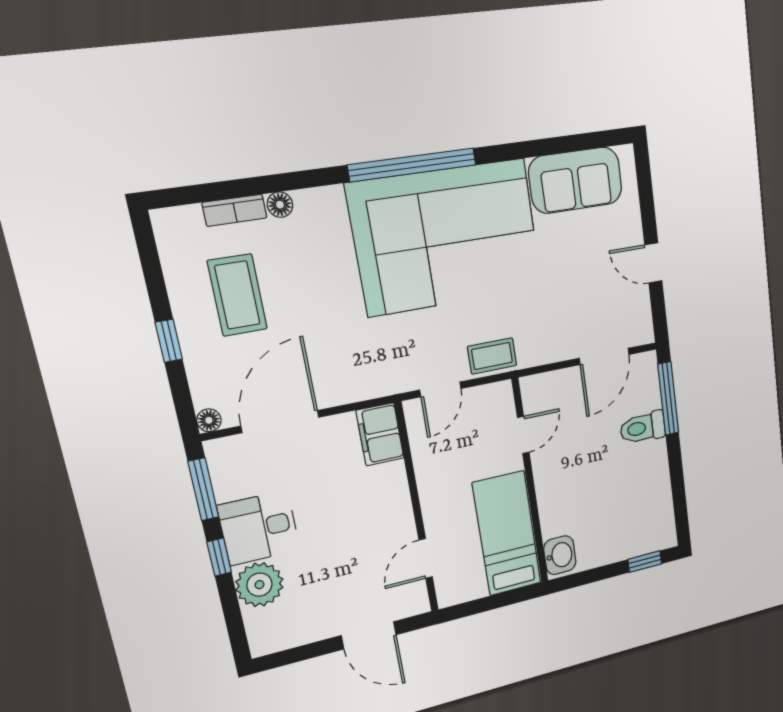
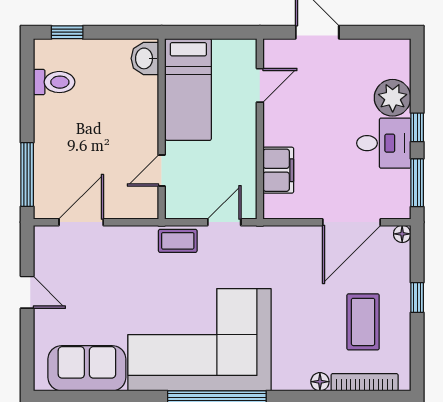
bookcase: (235, 210) -> (365, 382), width x1.56
toilet: (643, 428) -> (54, 82), moved
filing cabinet: (380, 434) -> (278, 170), moved

